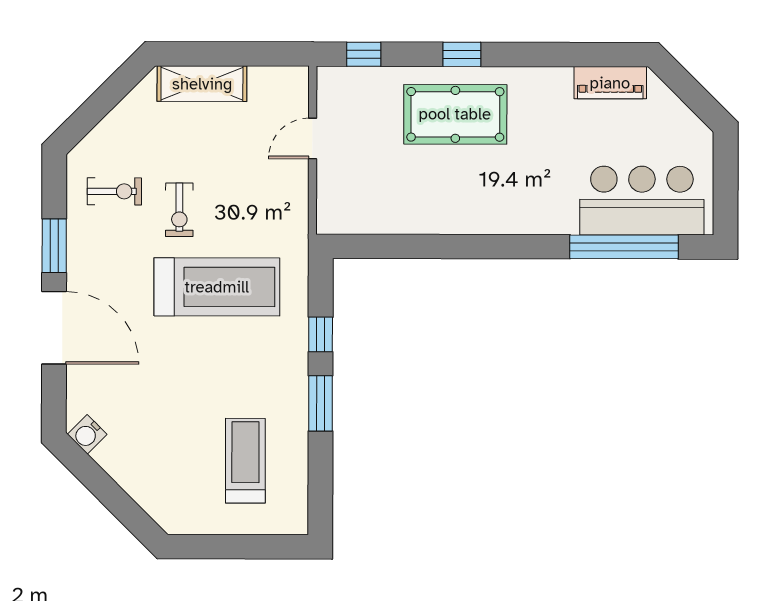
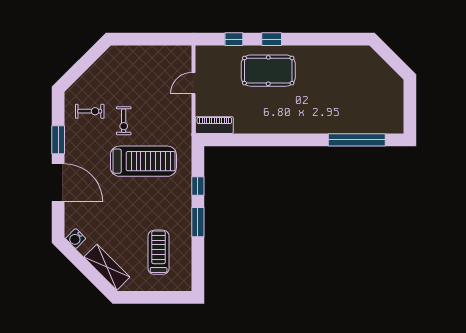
window: (364, 54) -> (234, 39), moved
piano: (610, 83) -> (214, 125), moved, turned 180
shelving: (202, 84) -> (107, 267), moved, turned 45
bar counter: (642, 201) -> (366, 116), removed

